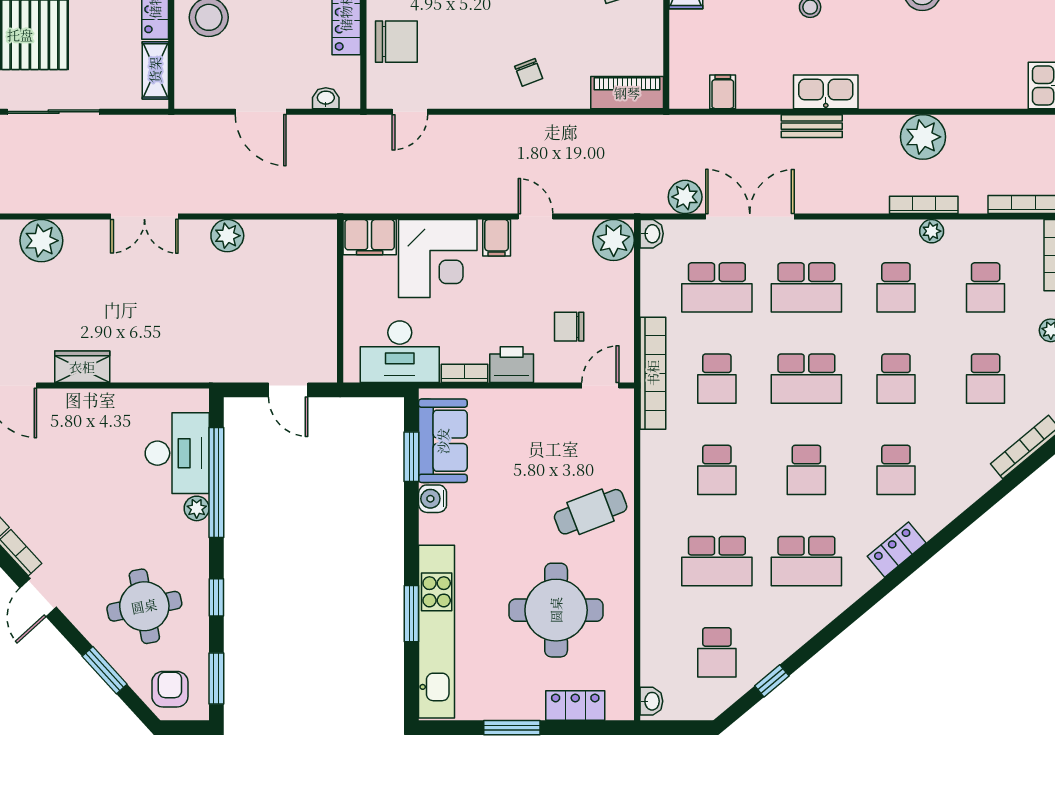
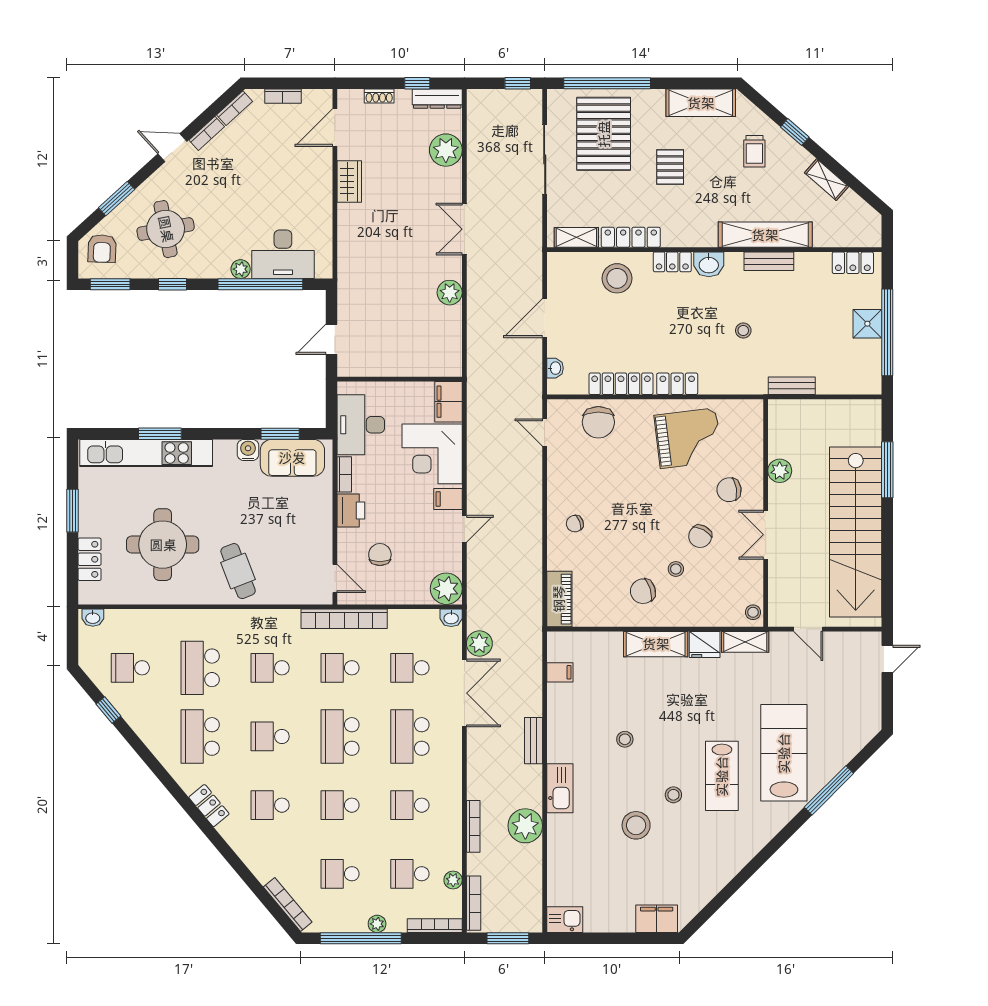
kitchen sink: (826, 92) -> (560, 788), moved
plant: (932, 231) -> (453, 880), moved
school desk: (717, 287) -> (410, 668), width x0.54
armchair: (170, 689) -> (102, 249), turned 92

